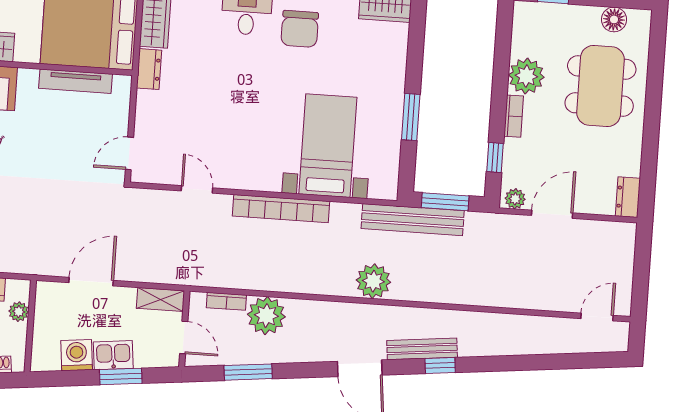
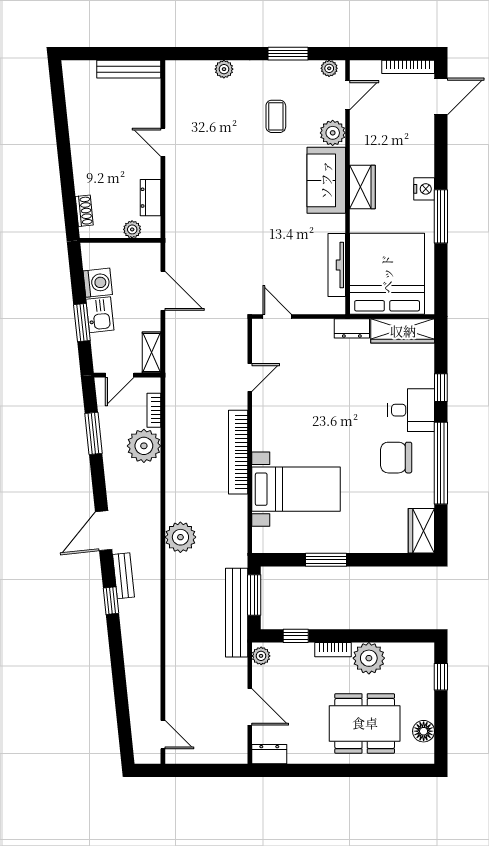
door: (552, 214) -> (250, 707), moved
bench: (413, 220) -> (237, 613), moved
bench: (422, 349) -> (123, 576), width x0.73

